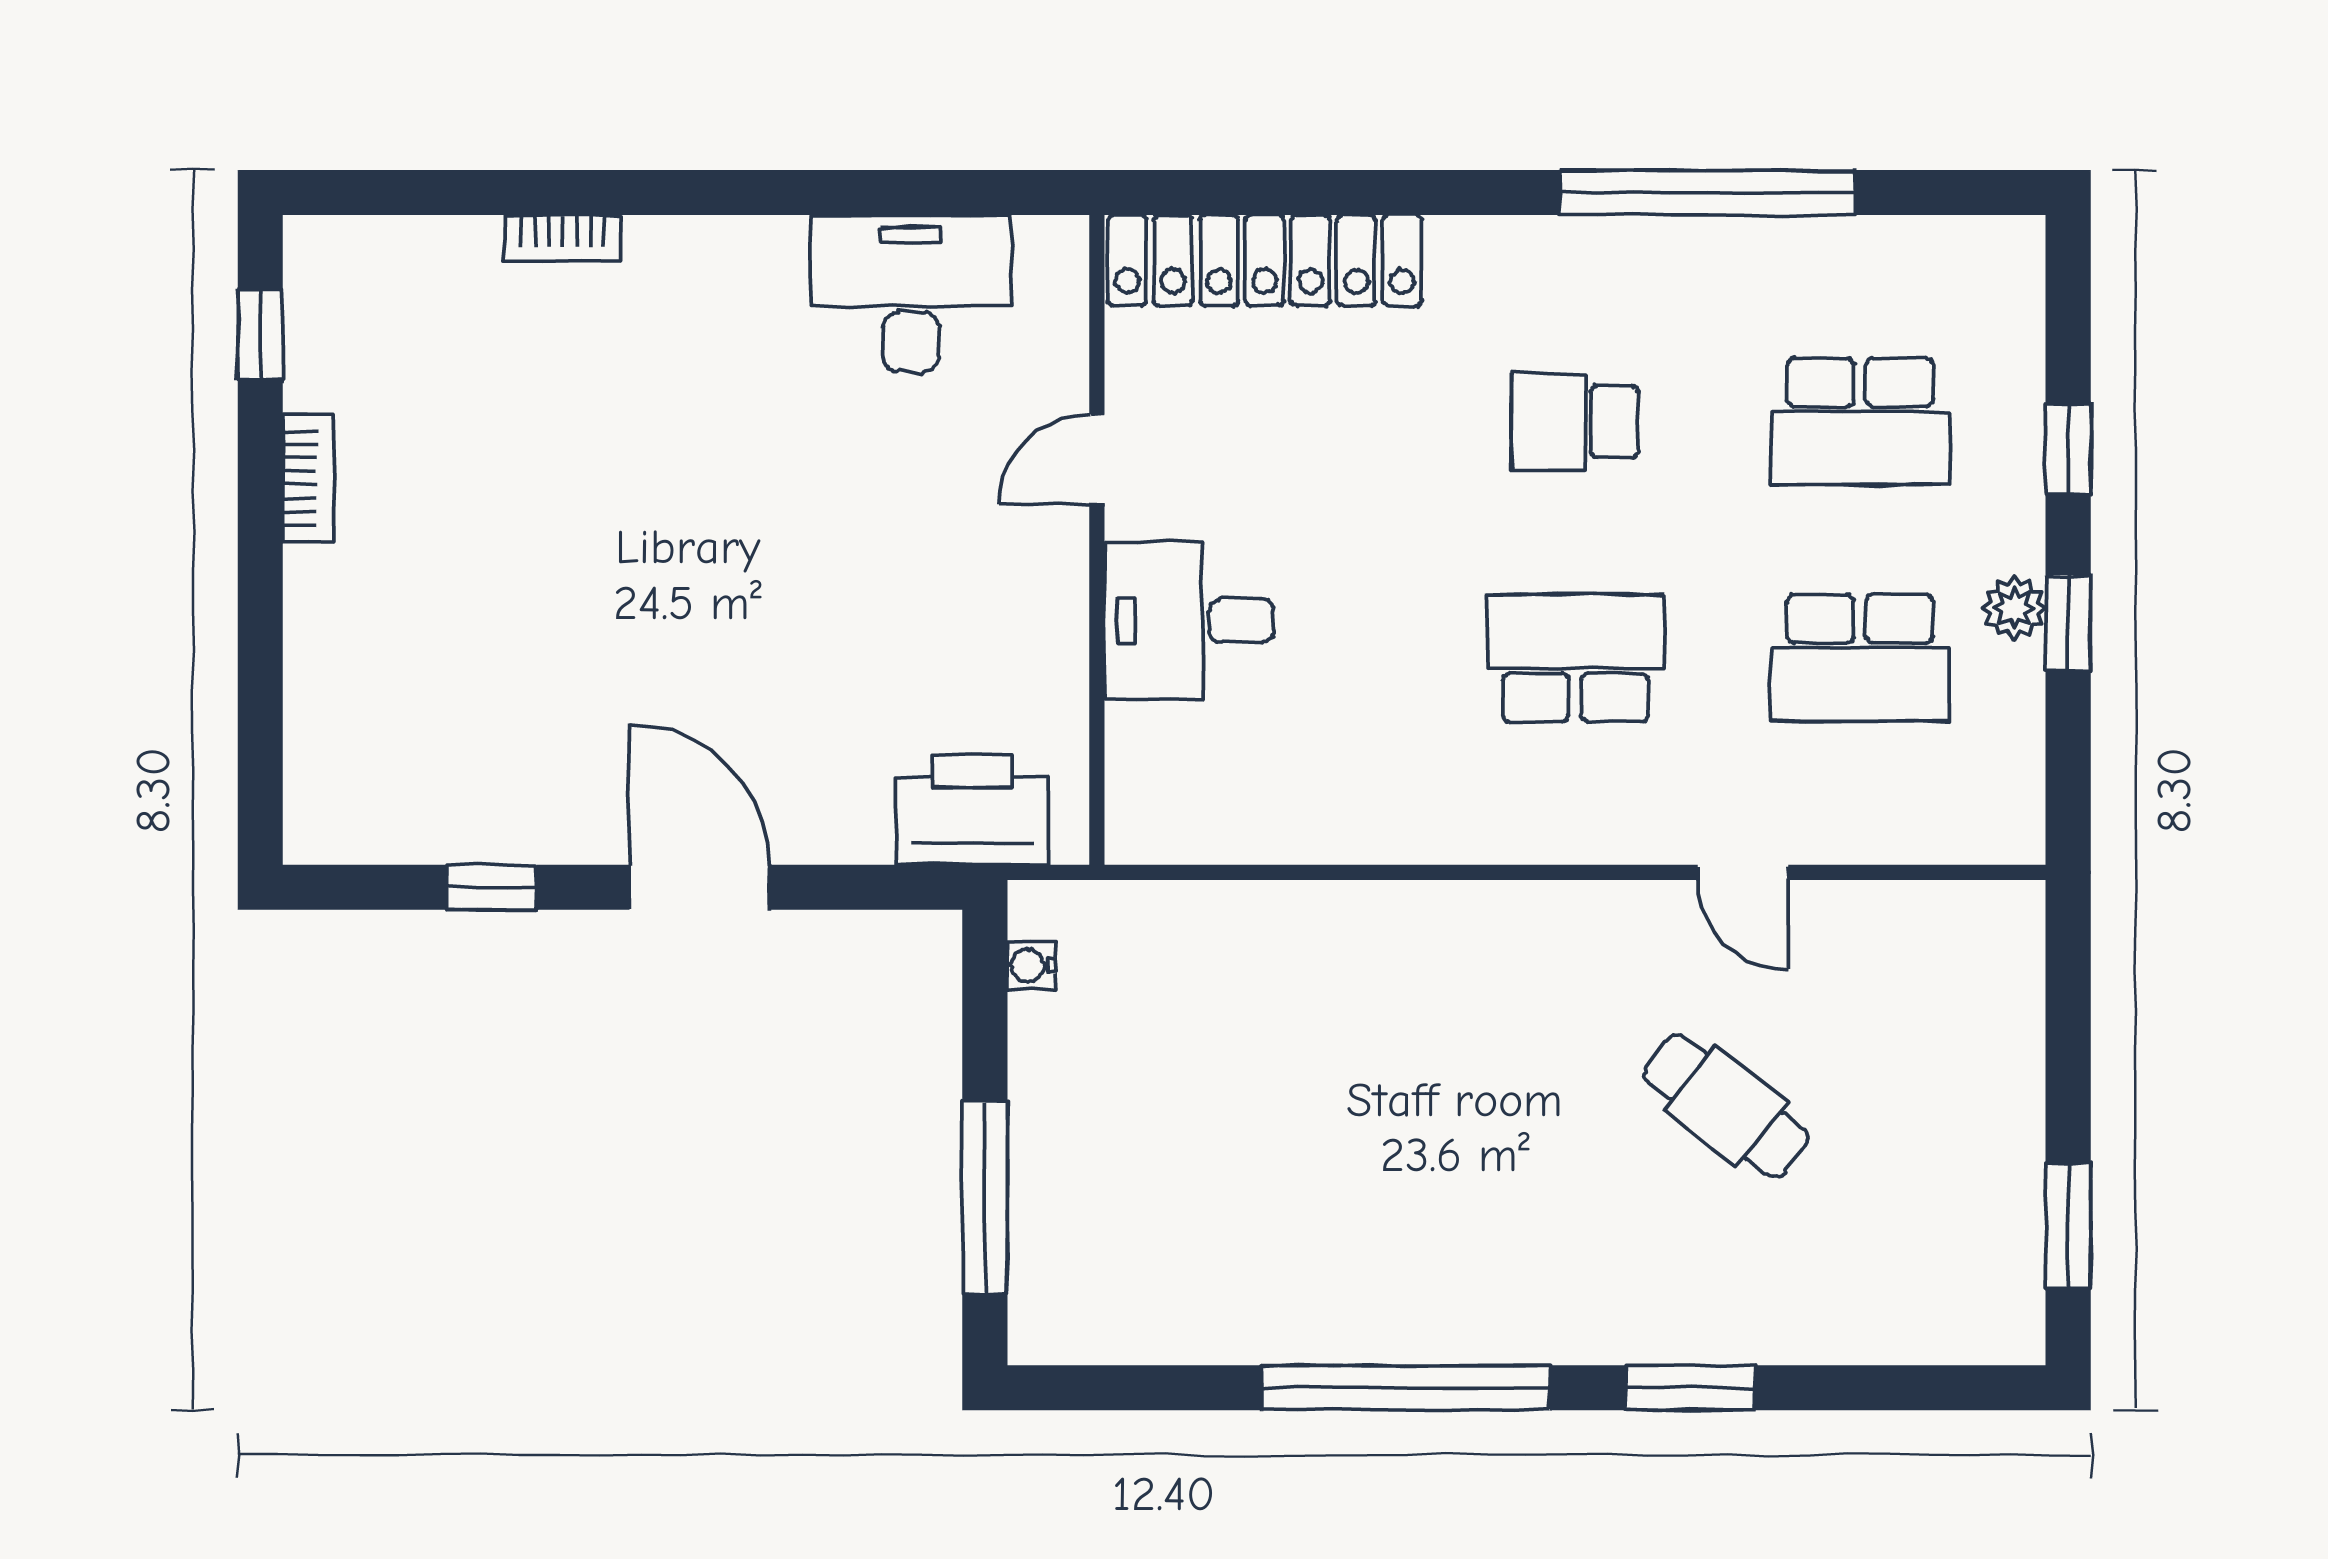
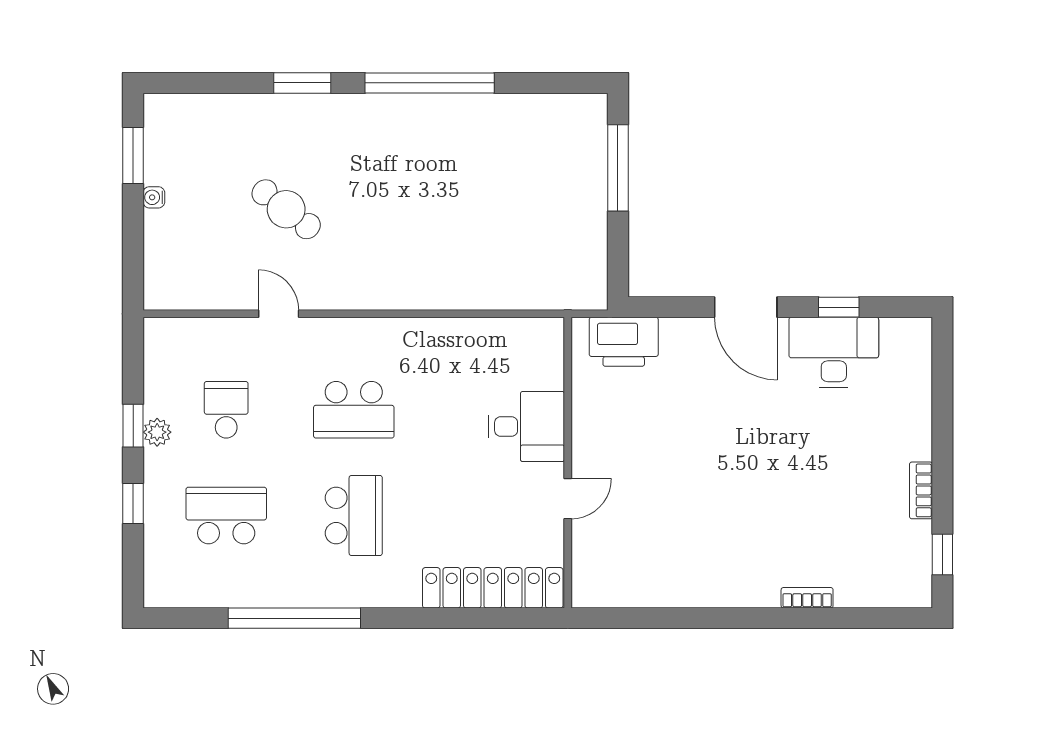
desk: (911, 293) -> (834, 352), moved, turned 180
school desk: (1575, 422) -> (354, 515), width x1.85
school desk: (1860, 658) -> (226, 410), width x0.54
water cooler: (1031, 966) -> (154, 197), moved, turned 180

